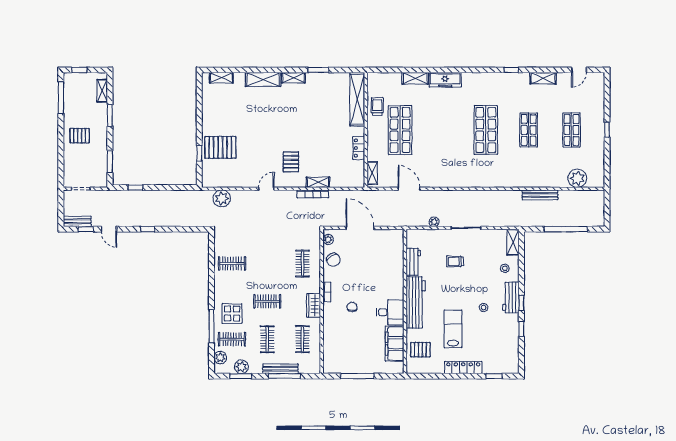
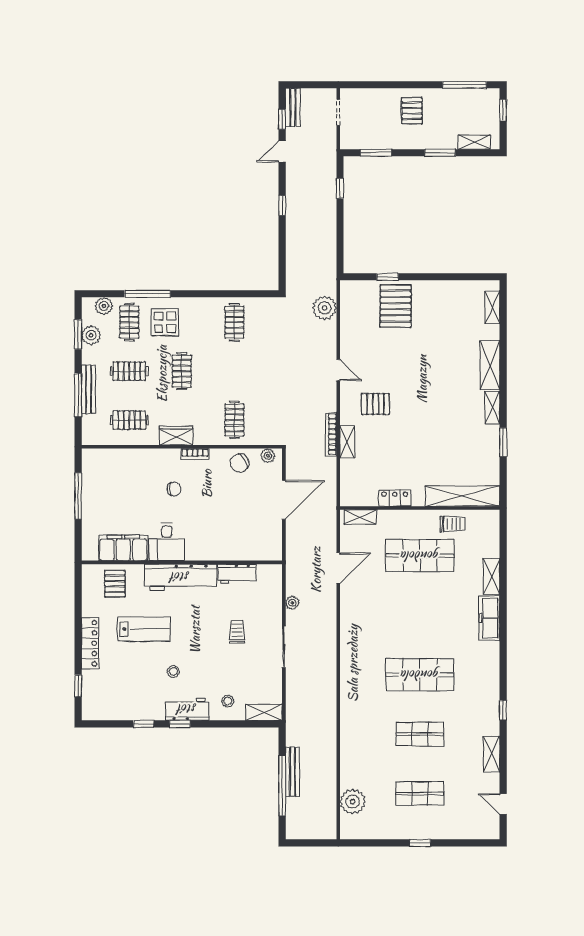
bench: (540, 195) -> (292, 772), moved
clothes rail: (302, 264) -> (234, 420), turned 90

